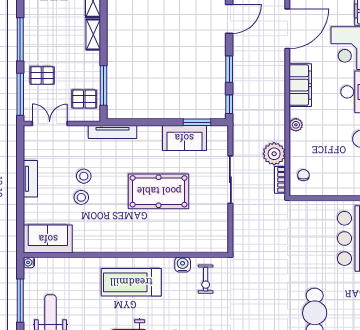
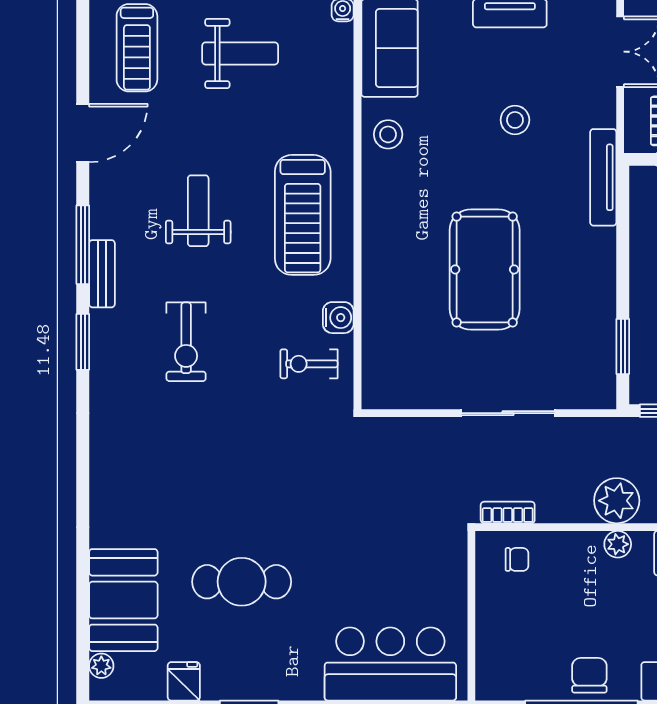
sofa: (184, 138) -> (591, 321), removed
plant: (274, 154) -> (617, 501), moved
stool: (81, 197) -> (388, 134), moved
treadmill: (131, 282) -> (303, 215), turned 180

